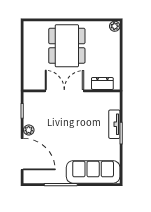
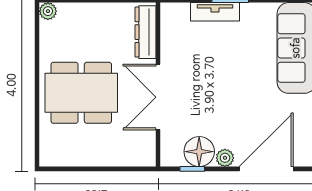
dresser: (102, 83) -> (146, 32), width x1.44
floor lamp: (32, 115) -> (199, 152), added

